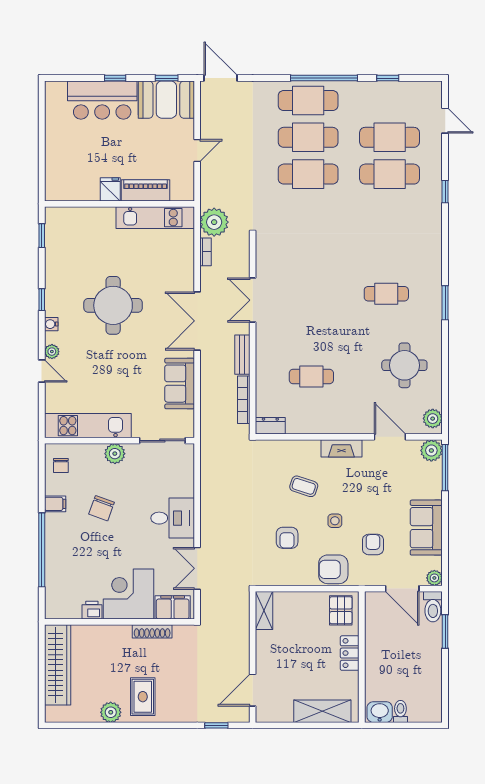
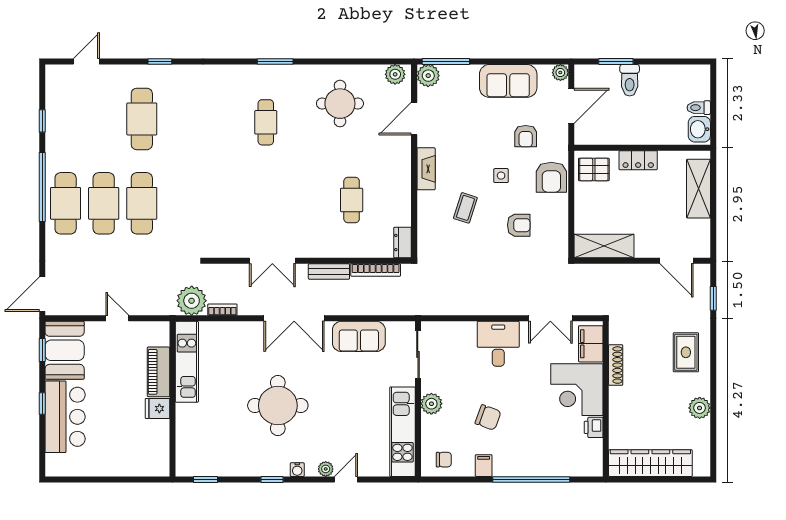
cafe table: (390, 137) -> (104, 119), removed
armchair: (373, 544) -> (526, 136), turned -90
toilet: (433, 607) -> (630, 80), moved, turned 90
shelving: (264, 611) -> (604, 246), width x1.50, depth x1.33
rug: (143, 697) -> (686, 352), moved, turned 90

